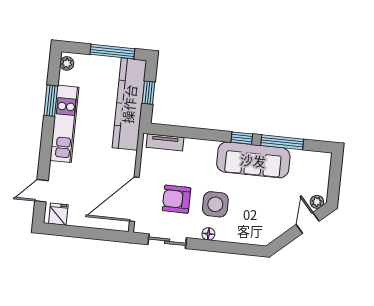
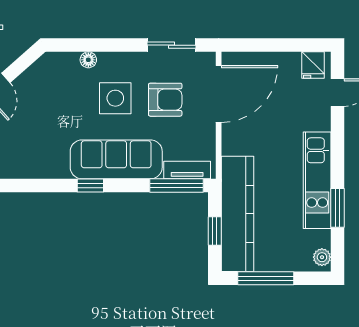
window: (282, 142) -> (177, 186), moved
sofa: (253, 160) -> (116, 159), moved
floor lamp: (208, 234) -> (88, 60), moved

